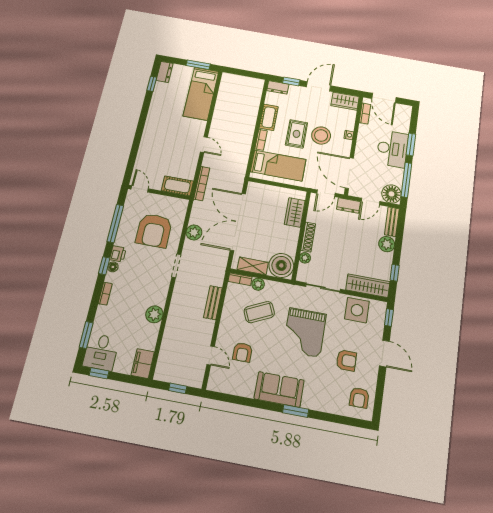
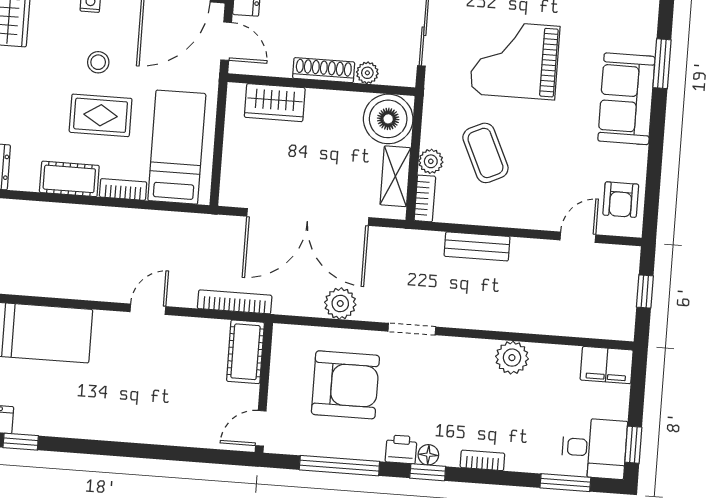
stool: (321, 135) -> (98, 62), width x0.53, depth x0.53
grand piano: (305, 332) -> (515, 60), turned 180
armchair: (242, 352) -> (621, 200), moved, turned 90

